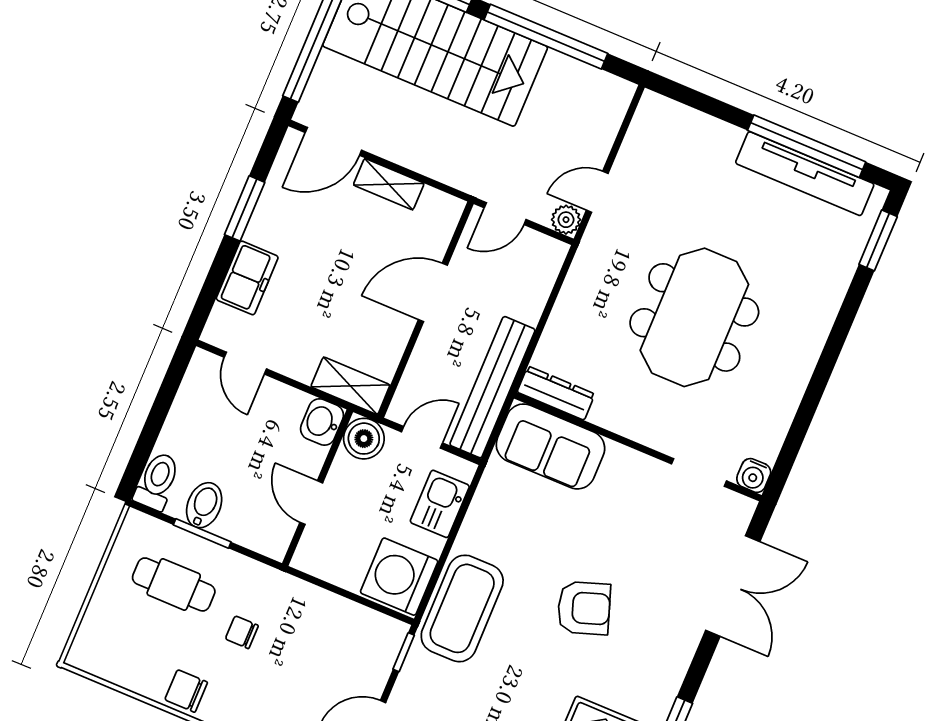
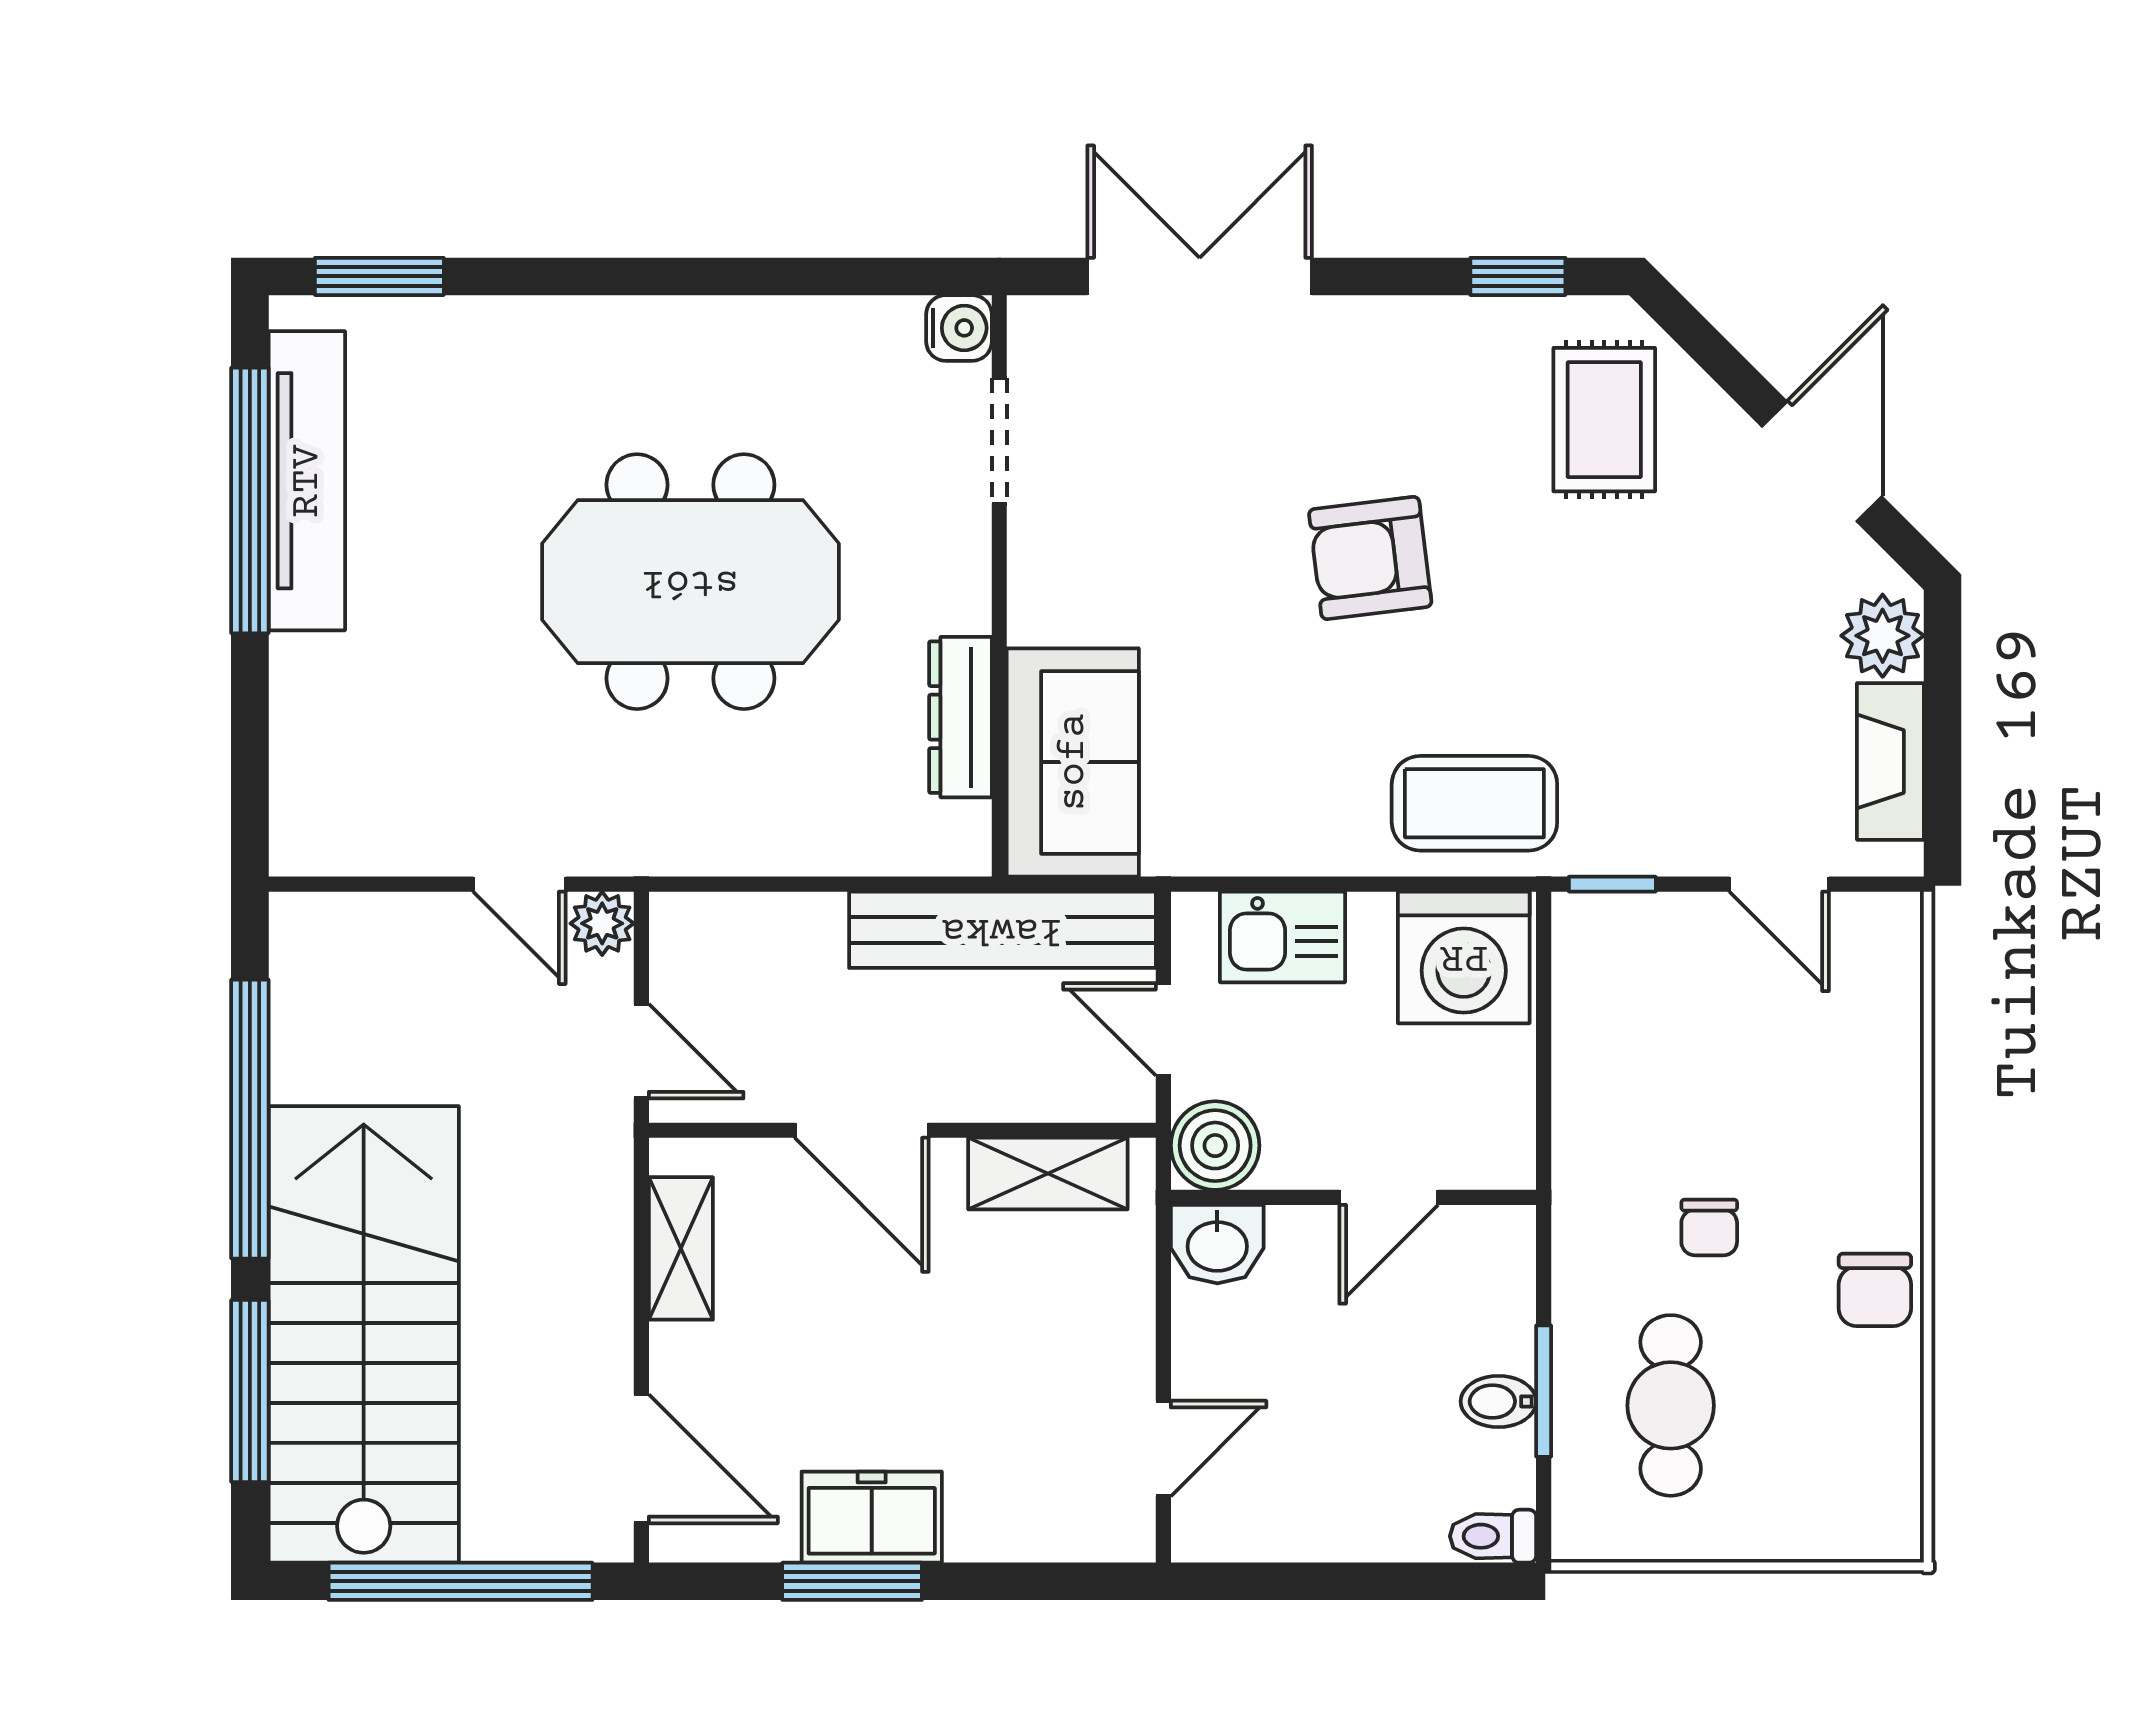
shelving: (389, 184) -> (681, 1248), moved
freezer: (247, 278) -> (872, 1517), moved
shelving: (350, 386) -> (1048, 1174), moved, turned 90
dresser: (556, 393) -> (960, 717), moved
toilet: (157, 481) -> (1493, 1536), width x0.73, depth x0.72
bidet: (204, 505) -> (1498, 1401), width x0.72, depth x0.74
coffee table: (462, 608) -> (1474, 803), width x0.73, depth x0.76
armchair: (584, 608) -> (1370, 558), turned -78

